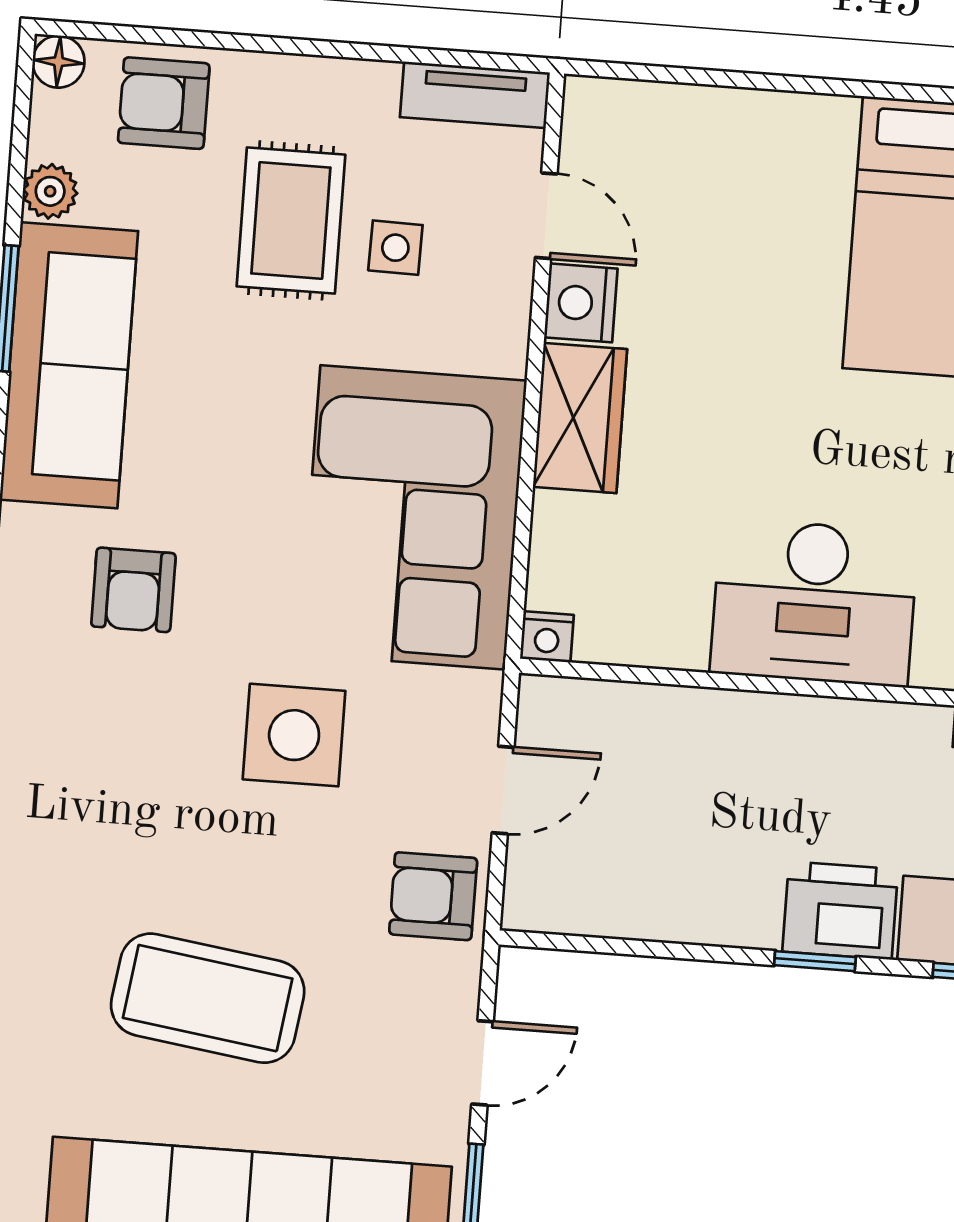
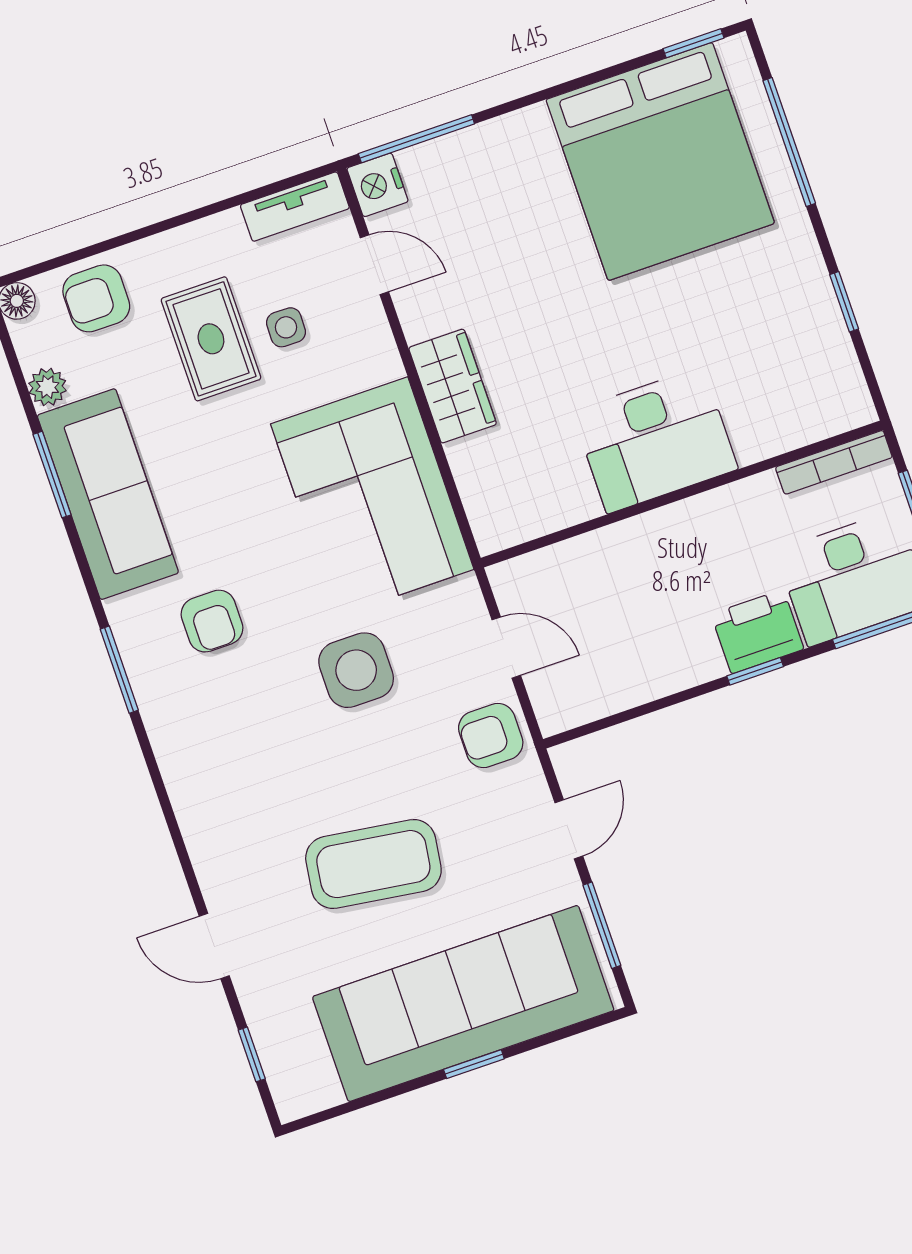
window: (672, 75) -> (416, 139), added
nightstand: (581, 303) -> (378, 185), moved
nightstand: (547, 637) -> (492, 536), removed
door: (503, 790) -> (506, 648), hinge flipped

